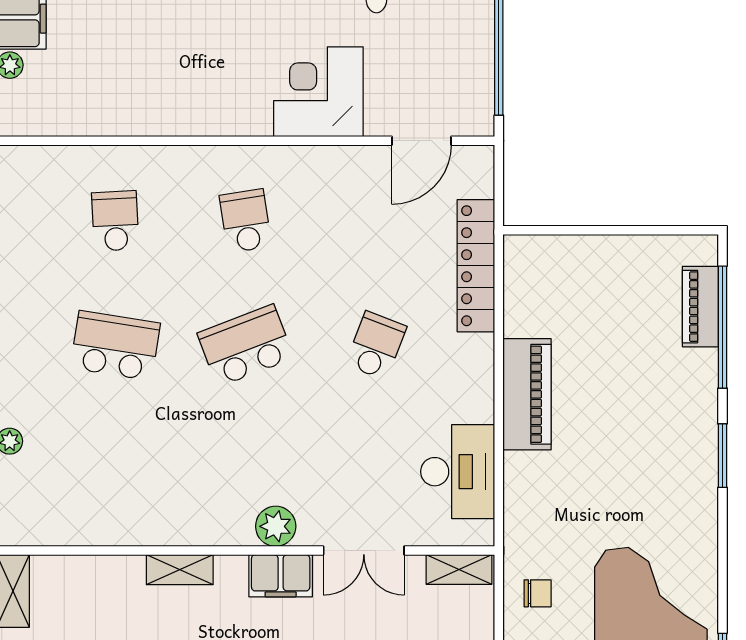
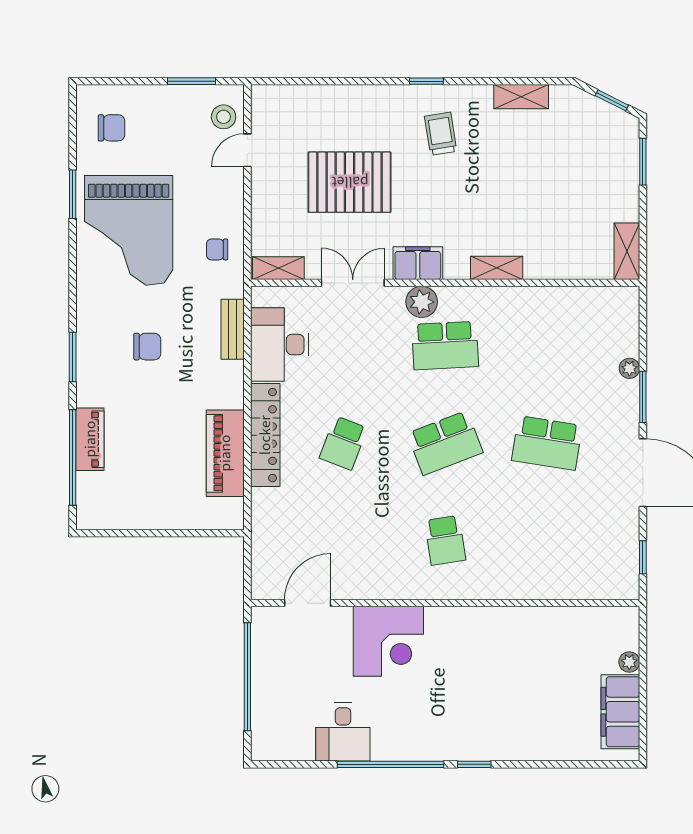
school desk: (115, 221) -> (445, 346), moved, width x1.85
locker: (476, 266) -> (265, 435), moved
piano: (700, 307) -> (90, 439), moved
piano: (527, 394) -> (225, 453), moved
chair: (627, 469) -> (147, 347), added
bench: (518, 491) -> (233, 329), added

